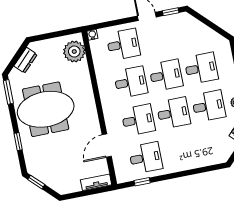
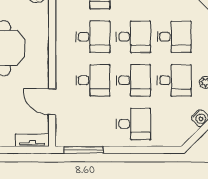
door: (107, 146) -> (52, 102), hinge flipped
desk: (146, 158) -> (133, 124), moved
window: (142, 182) -> (84, 150), width x2.17

